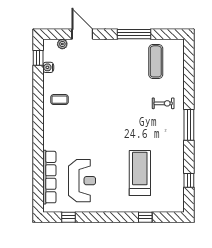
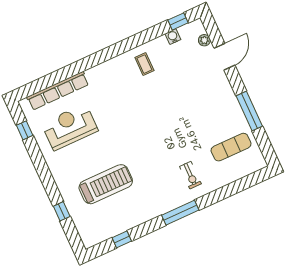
reception desk: (82, 181) -> (70, 127), turned 180

